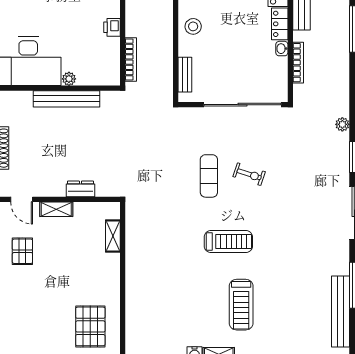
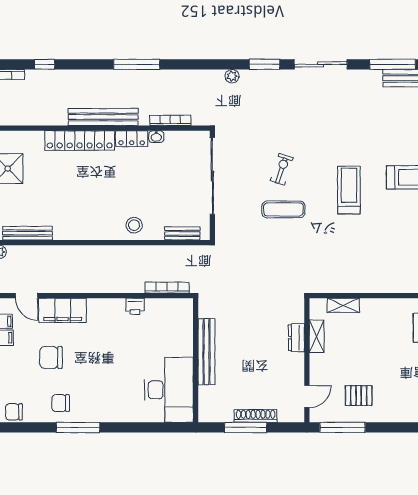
plant: (69, 79) -> (186, 349), removed
shelving: (56, 209) -> (317, 336), moved

